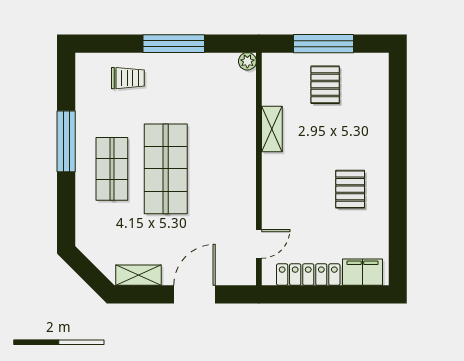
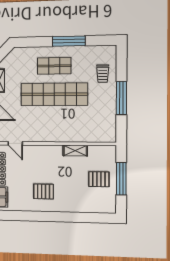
plant: (247, 61) -> (112, 138), removed
shop shelf: (166, 169) -> (54, 94), width x1.40

